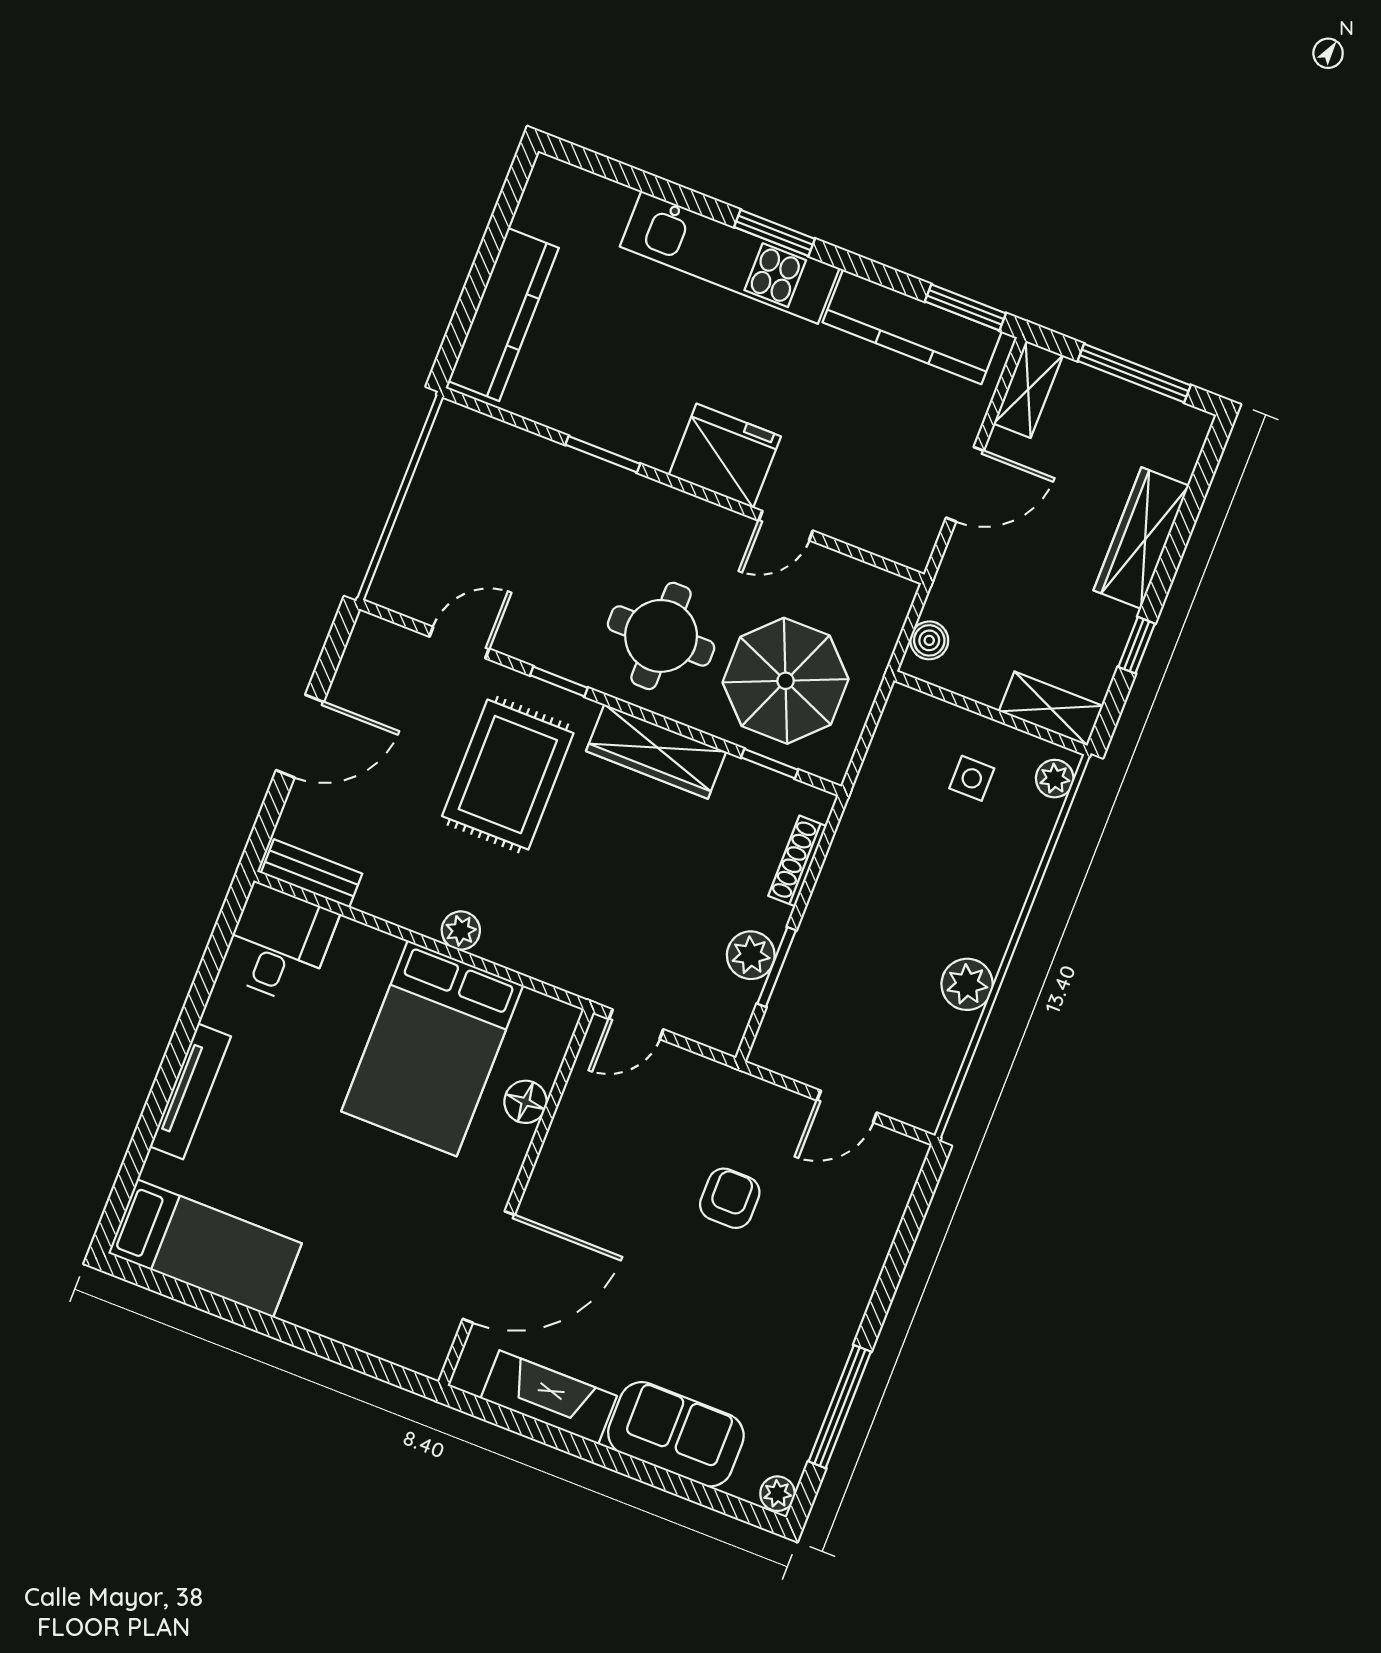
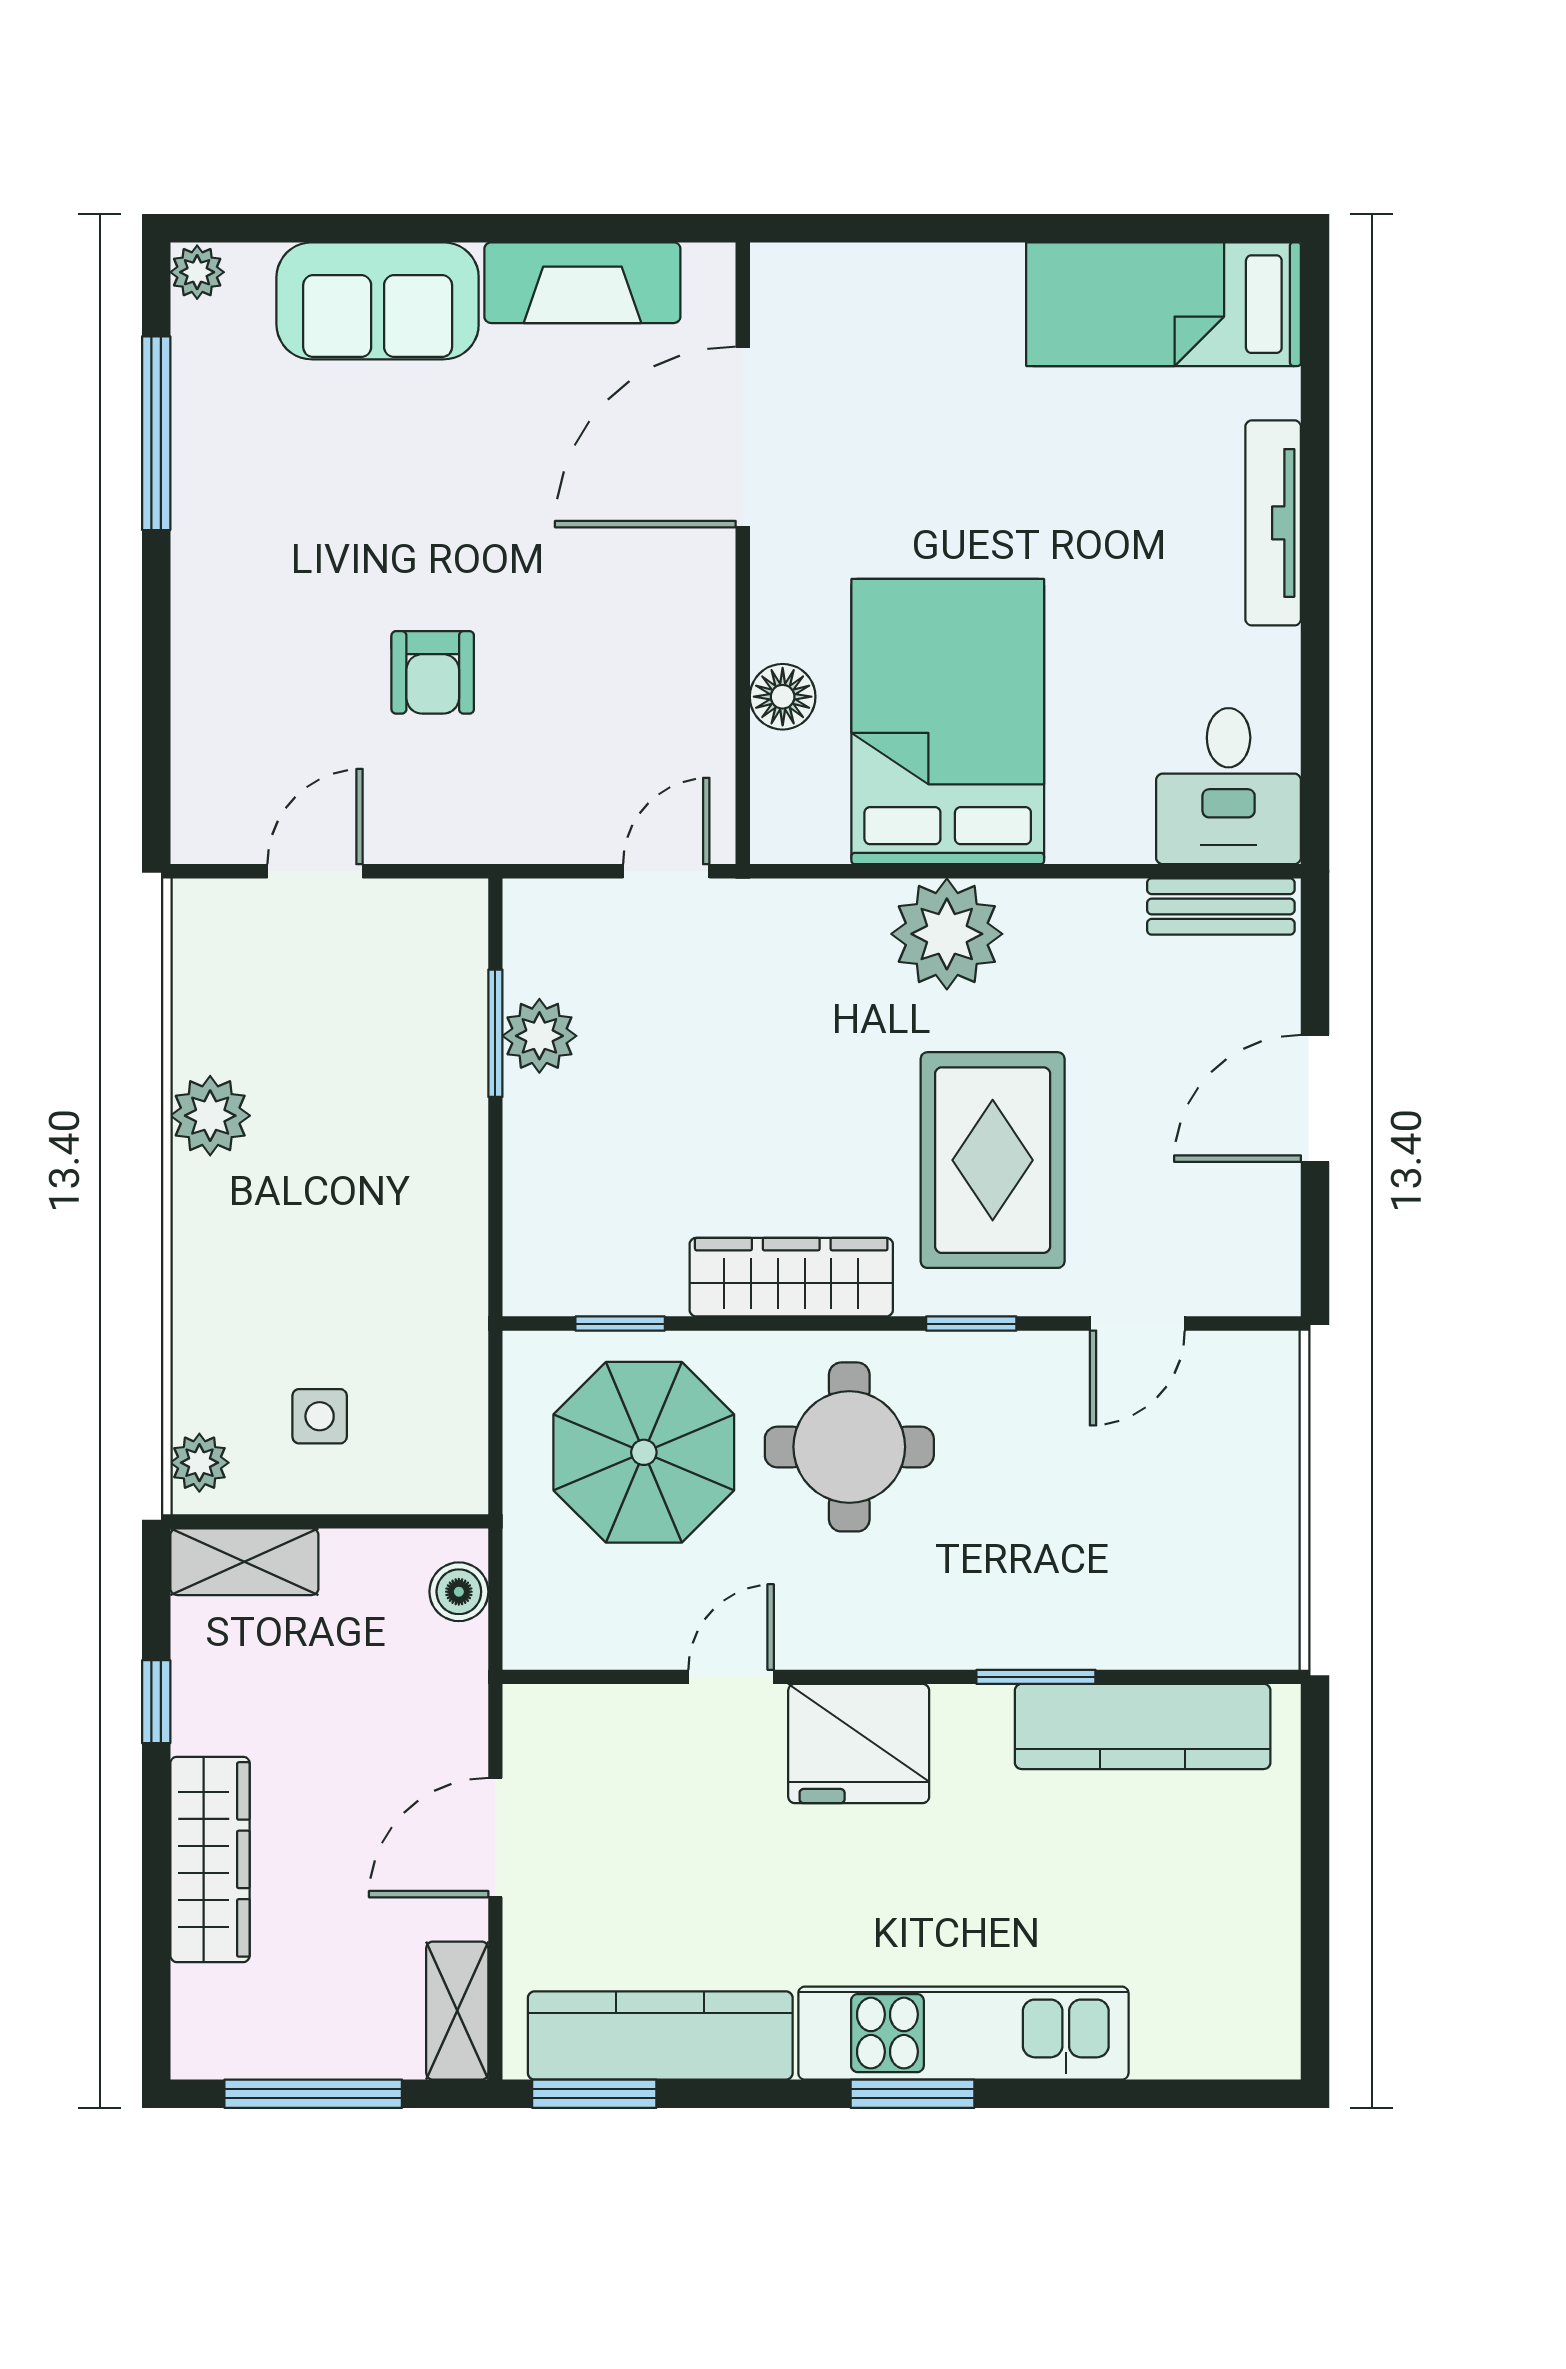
kitchen counter: (503, 315) -> (1143, 1726), moved, turned -90
shoe rack: (797, 861) -> (525, 1198), removed
plant: (461, 931) -> (947, 934), width x1.88, depth x1.88

